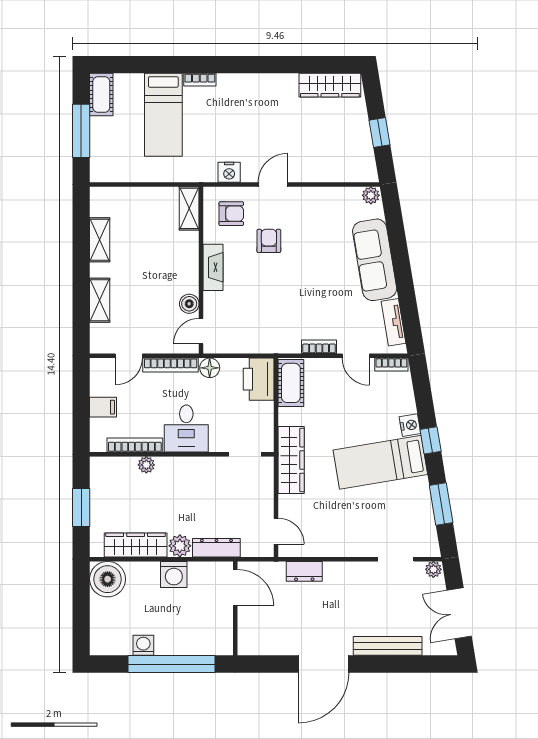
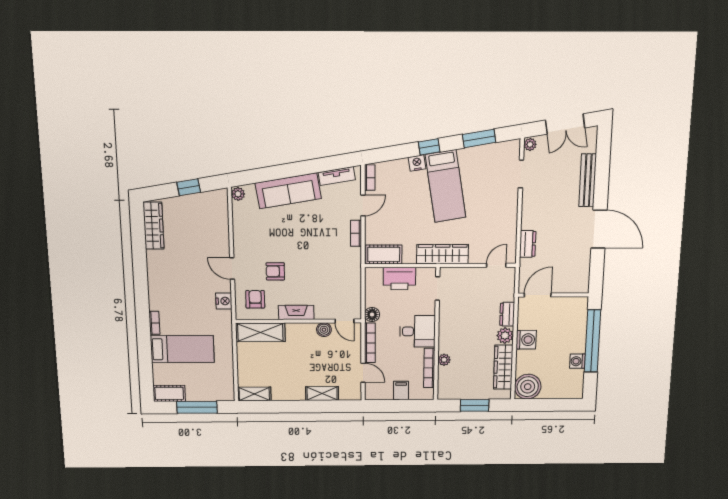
shelving: (189, 208) -> (260, 332), width x1.50, depth x1.33
shelving: (100, 240) -> (254, 394), moved
printer: (259, 379) -> (399, 279), moved
dresser: (216, 548) -> (507, 314), width x0.70

